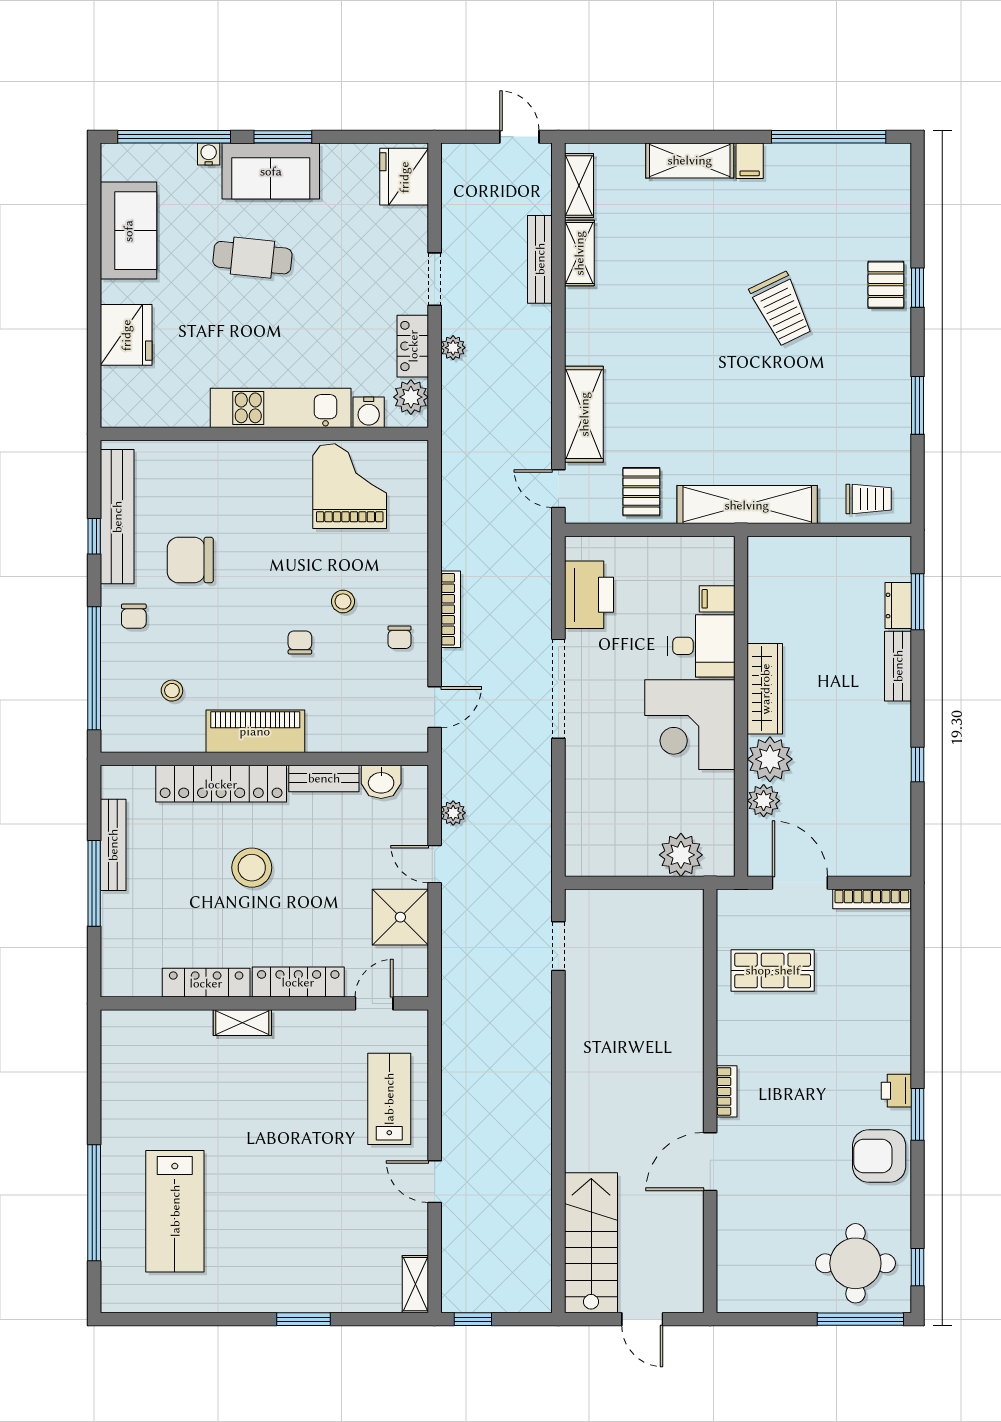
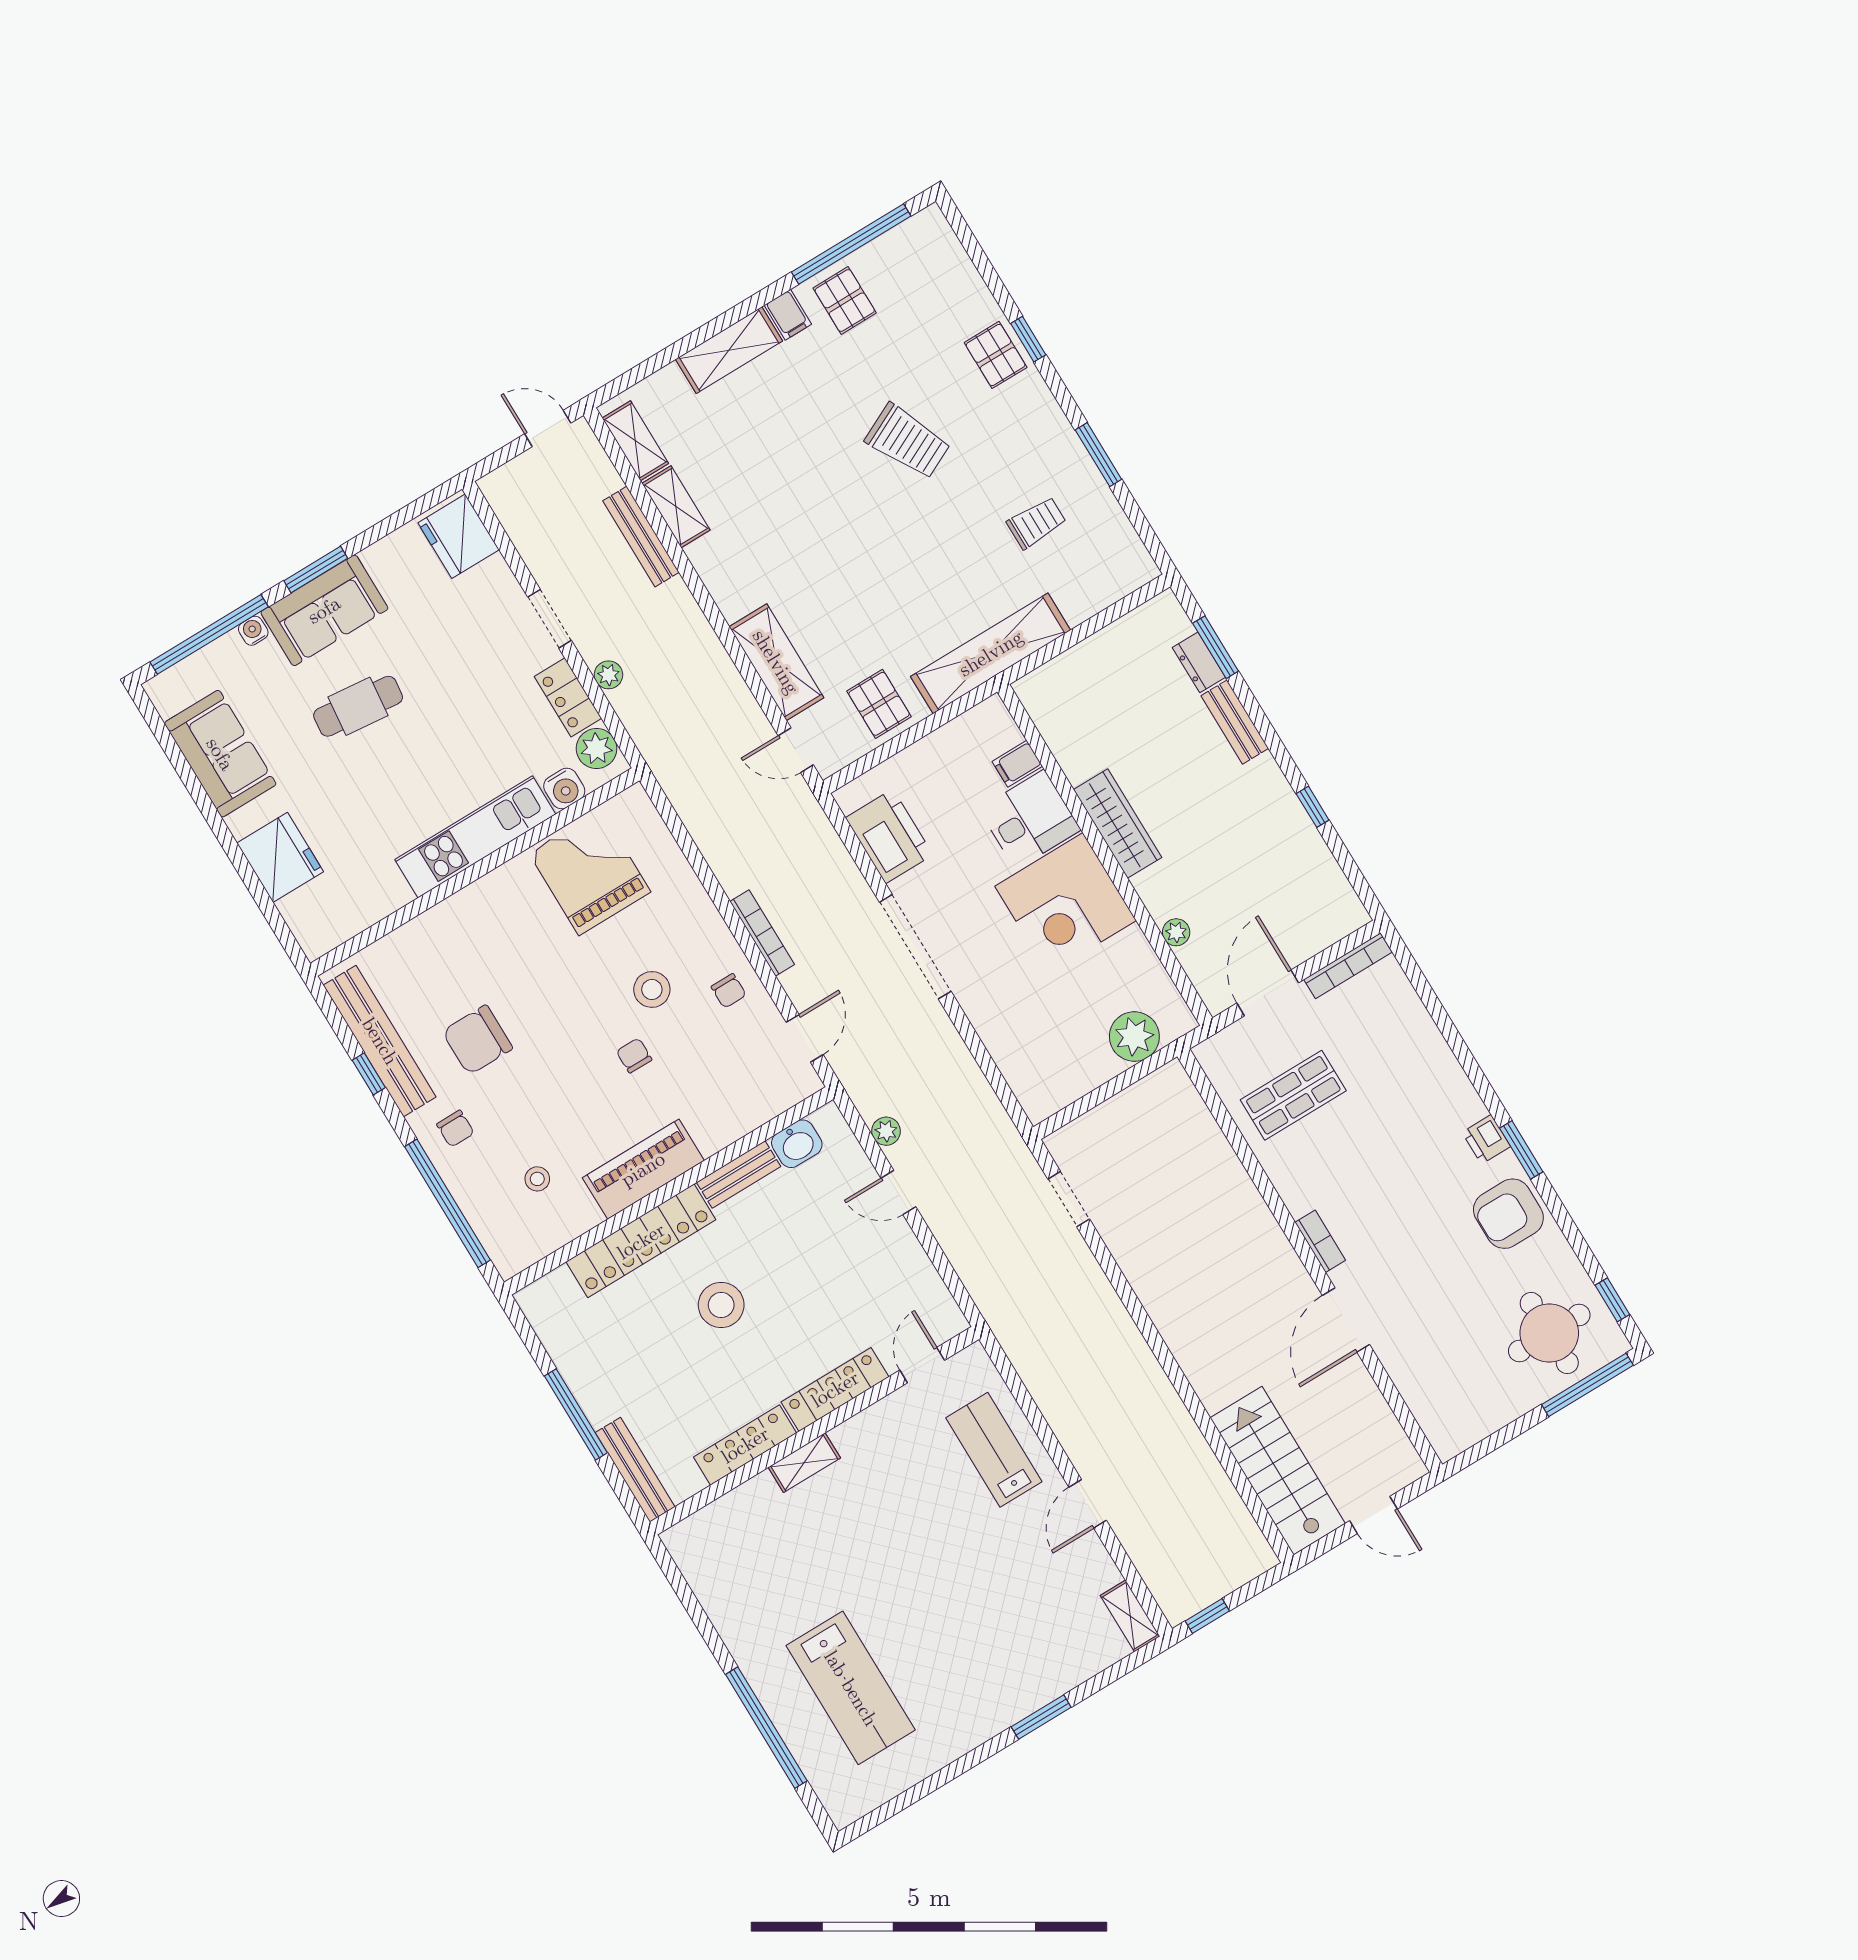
pallet: (798, 176) -> (845, 300), added
trolley: (869, 499) -> (1036, 523), moved
stool: (343, 601) -> (652, 989), width x1.37, depth x1.37
plant: (770, 759) -> (1165, 890), removed
plant: (764, 801) -> (1176, 932), width x0.73, depth x0.73
bench: (113, 845) -> (635, 1470), moved
door: (800, 883) -> (1268, 993), hinge flipped
shower: (400, 917) -> (896, 1265), removed
door: (435, 1182) -> (1088, 1504), hinge flipped

